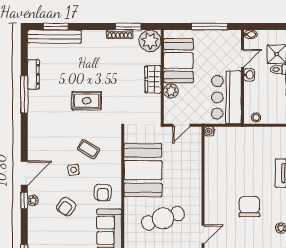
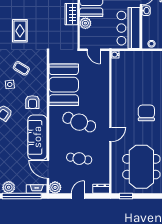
rug: (87, 101) -> (20, 31), turned 90
door: (181, 125) -> (94, 50), hinge flipped
cafe table: (163, 218) -> (79, 122), turned 39

